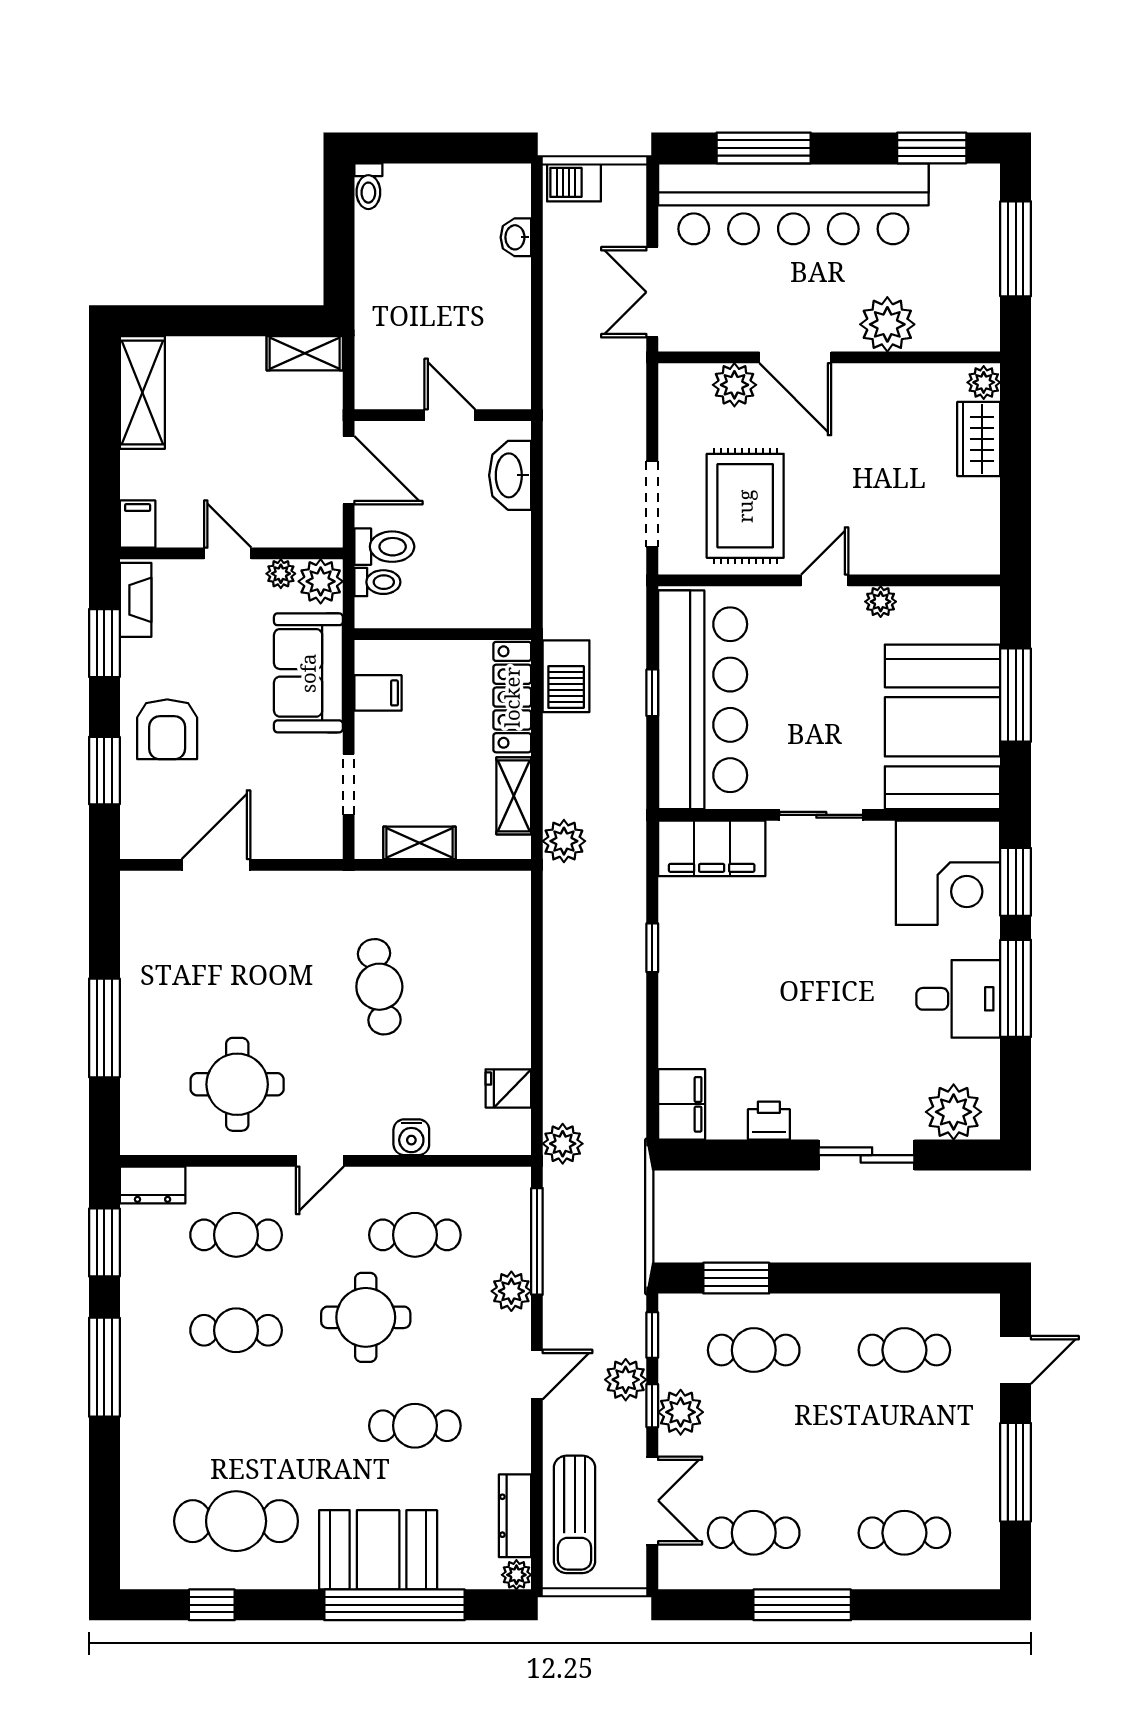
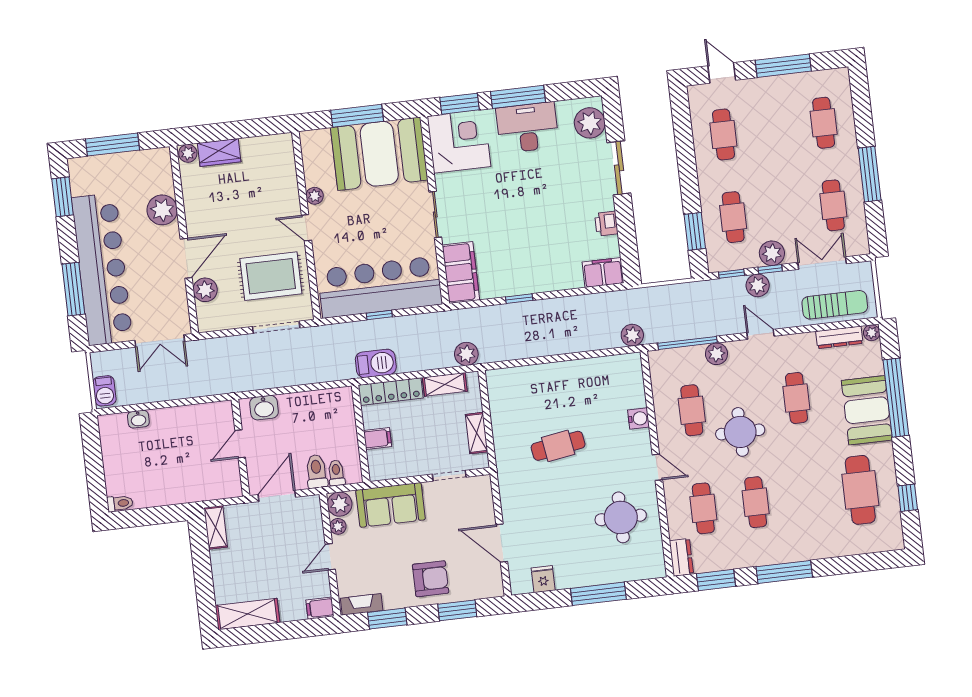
washbasin: (510, 475) -> (264, 408), width x0.72
filing cabinet: (378, 693) -> (378, 439), moved, turned 90
desk: (958, 999) -> (527, 128), width x1.37
fridge: (508, 1088) -> (543, 579), moved, turned 180

